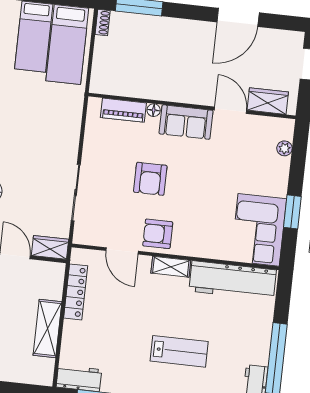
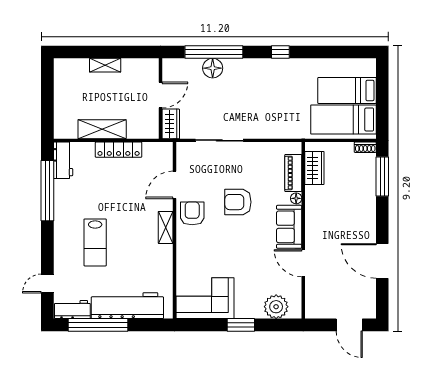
wardrobe: (268, 101) -> (314, 168), moved
door: (231, 110) -> (303, 263), swing flipped
plant: (284, 148) -> (276, 307), width x1.88, depth x1.88
window: (292, 212) -> (241, 325), moved
workbench: (233, 280) -> (127, 306), moved, turned 90
locker: (76, 292) -> (119, 150), moved

